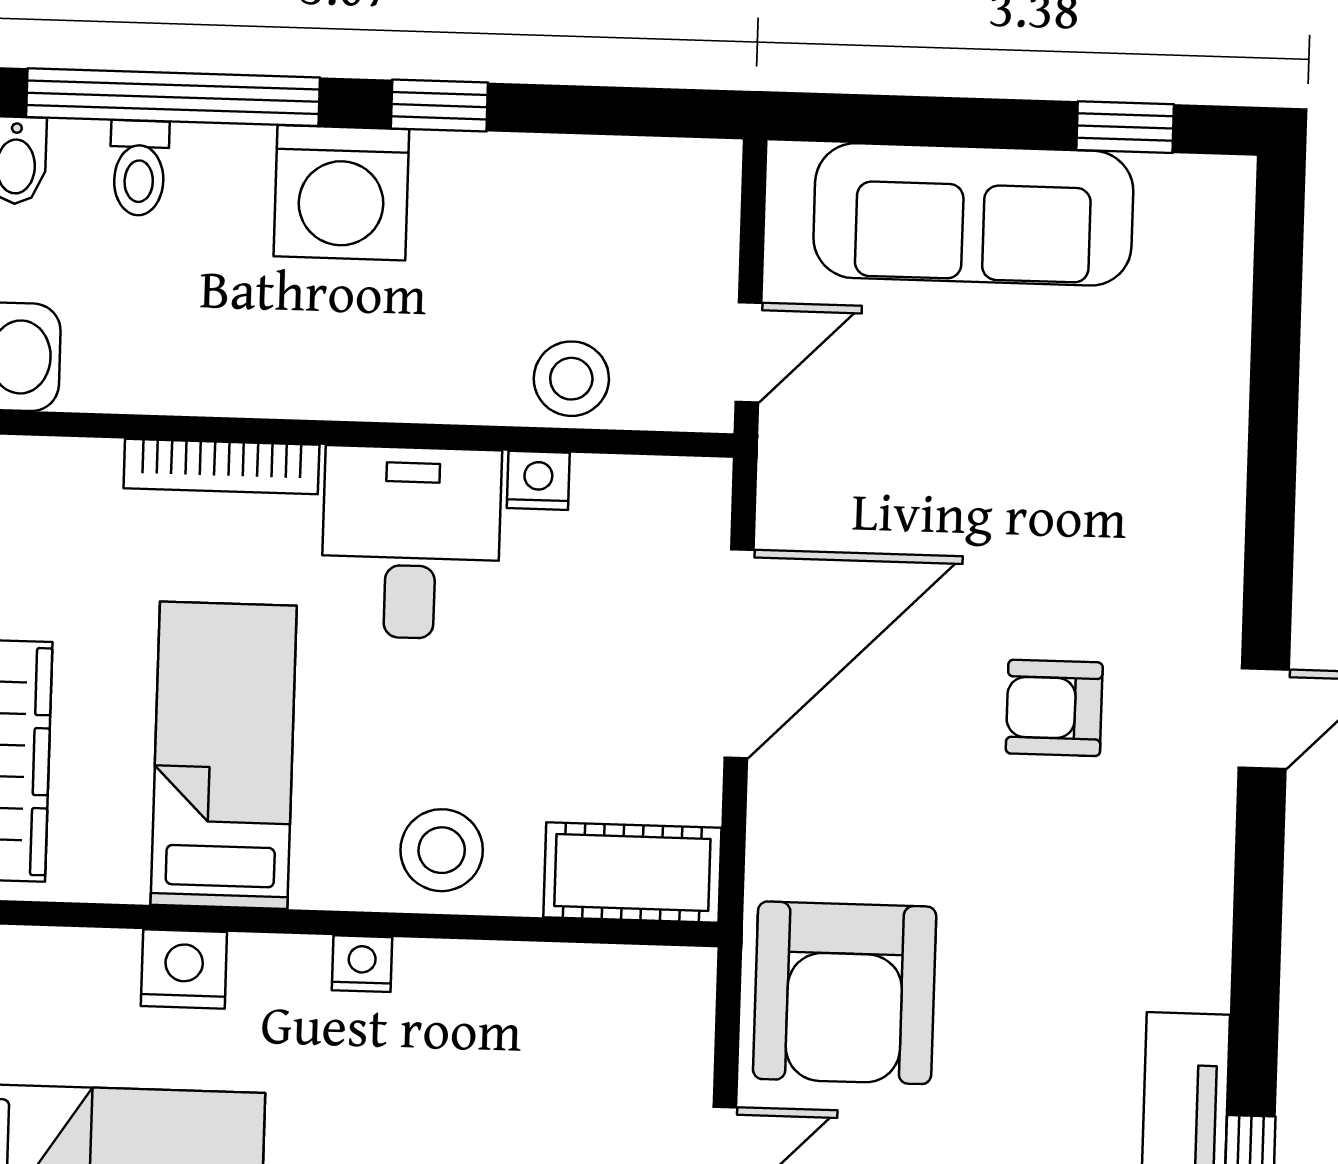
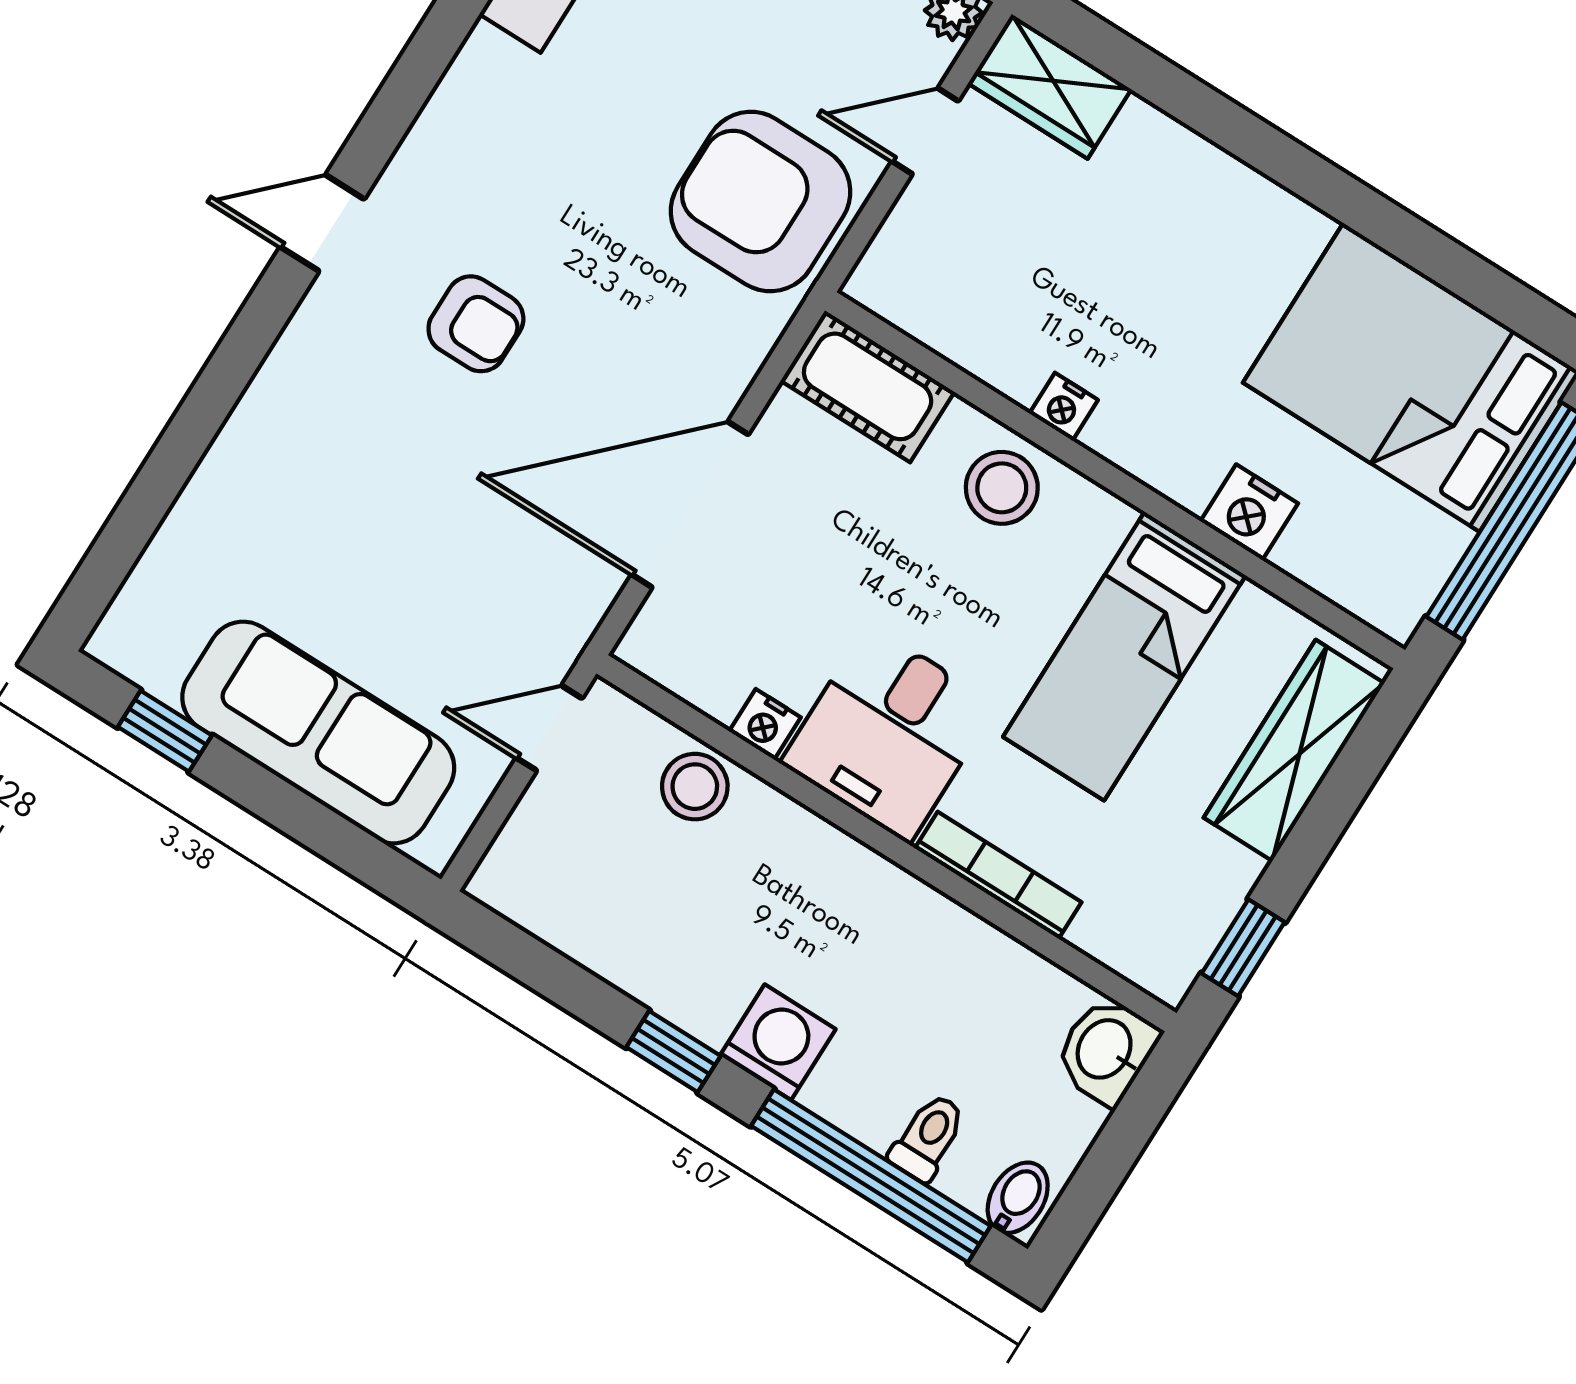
washing machine: (341, 193) -> (778, 1042), width x0.73, depth x0.73
nightstand: (362, 964) -> (1064, 407), moved
armchair: (845, 993) -> (761, 201), turned -90

